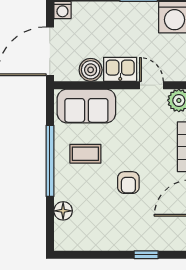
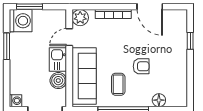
sofa: (86, 106) -> (84, 76), width x1.36
armchair: (128, 183) -> (141, 66), moved

